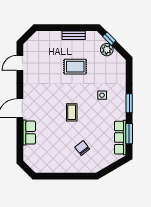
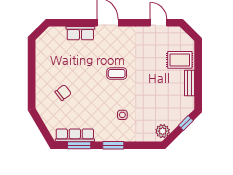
plant: (107, 50) -> (163, 131), moved
rug: (75, 67) -> (180, 60), moved, turned 90
coffee table: (72, 112) -> (117, 74), moved

